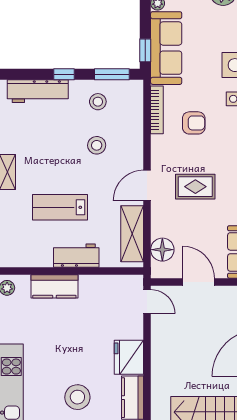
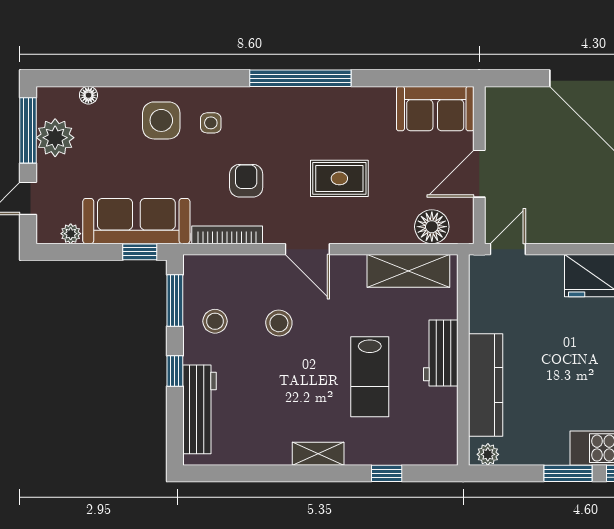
door: (147, 185) -> (307, 249), moved
rug: (195, 187) -> (339, 178), turned 90
kitchen counter: (54, 286) -> (486, 385), width x1.50

